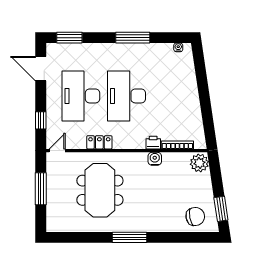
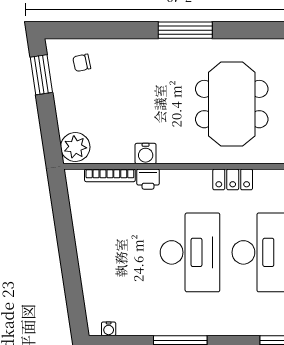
chair: (195, 217) -> (82, 63), width x0.54, depth x0.54

